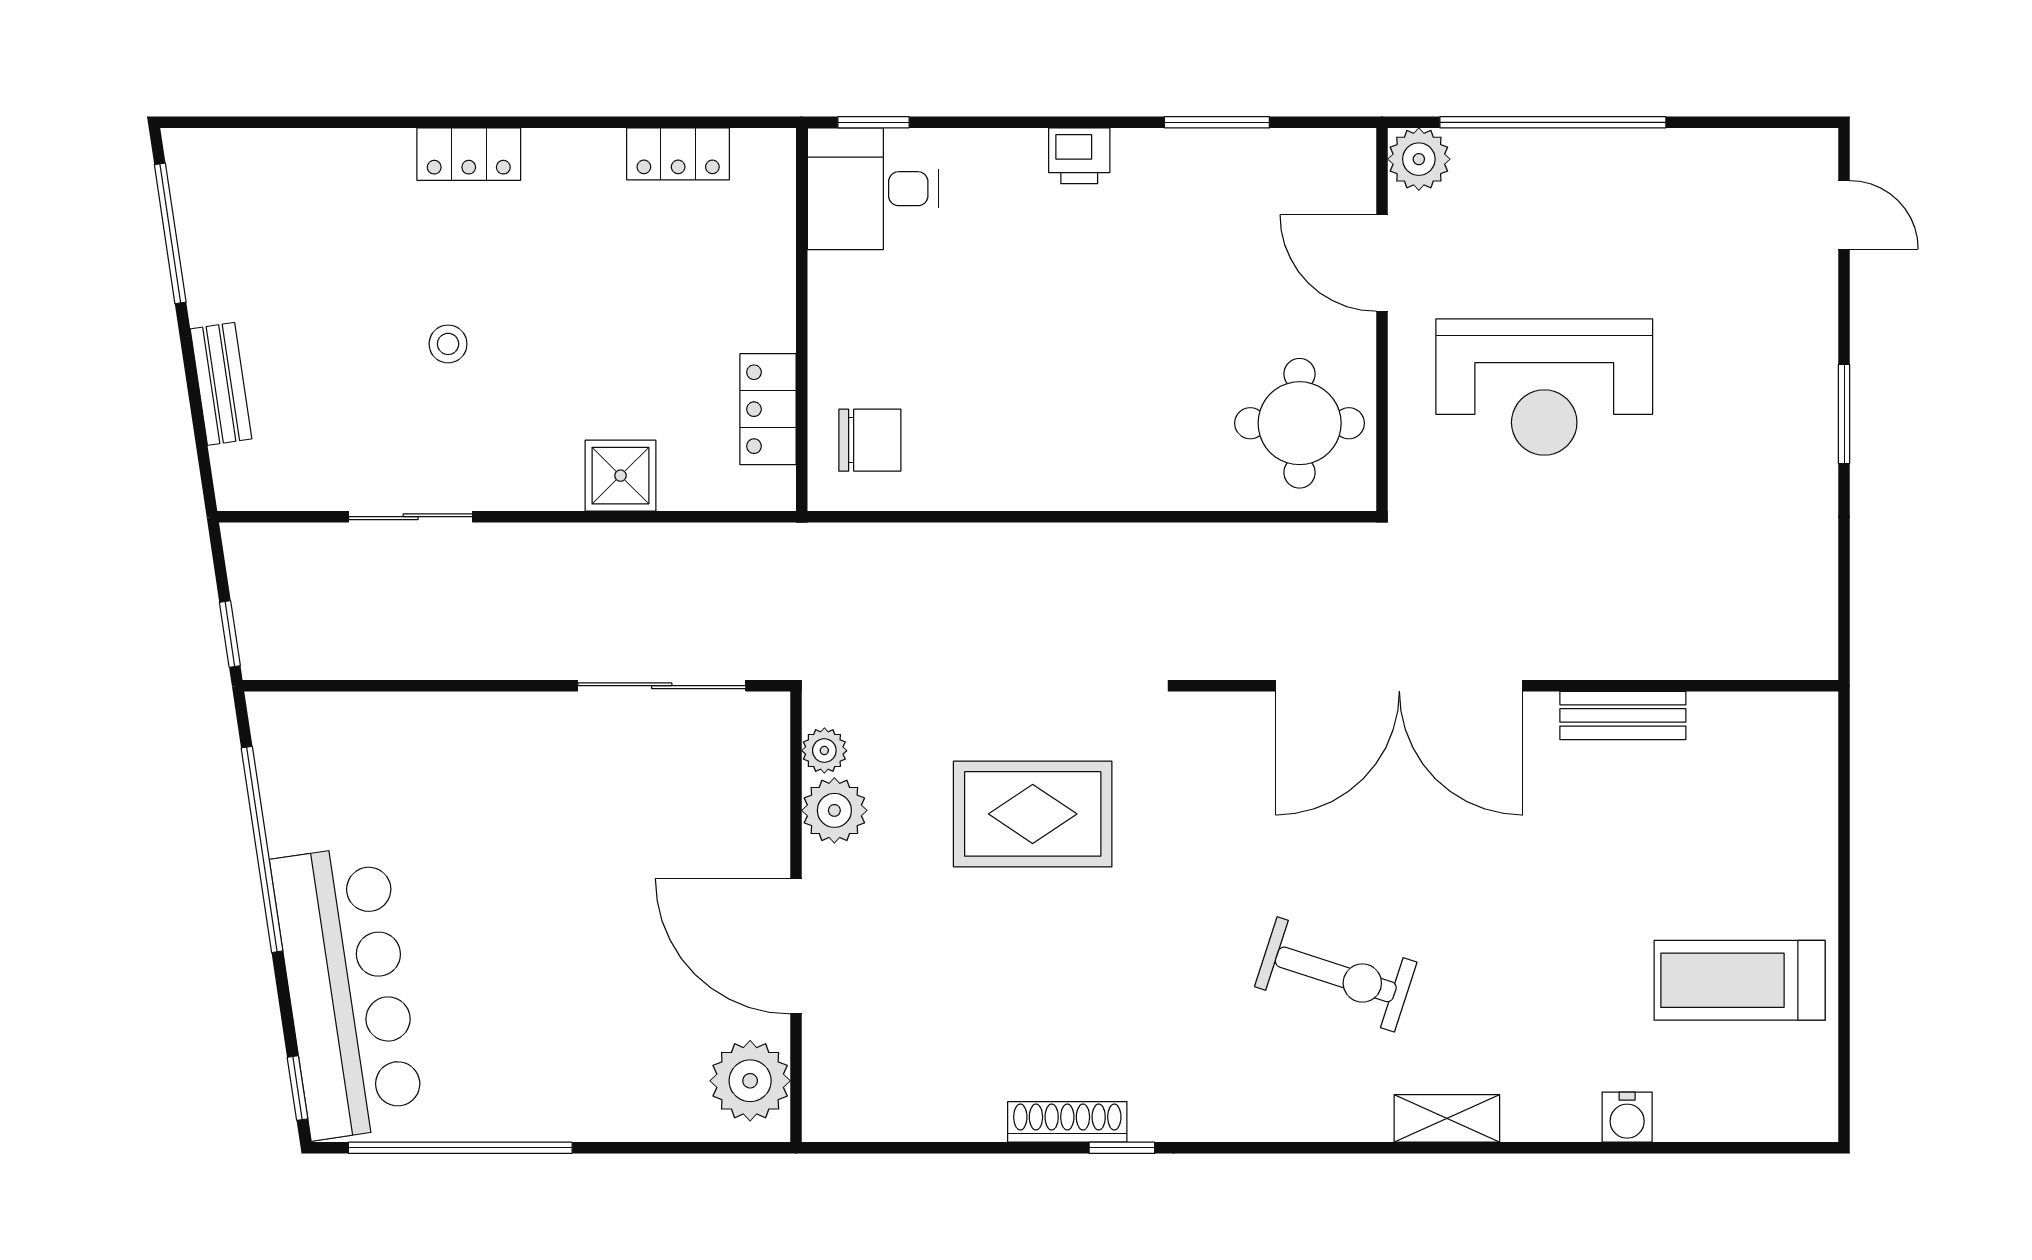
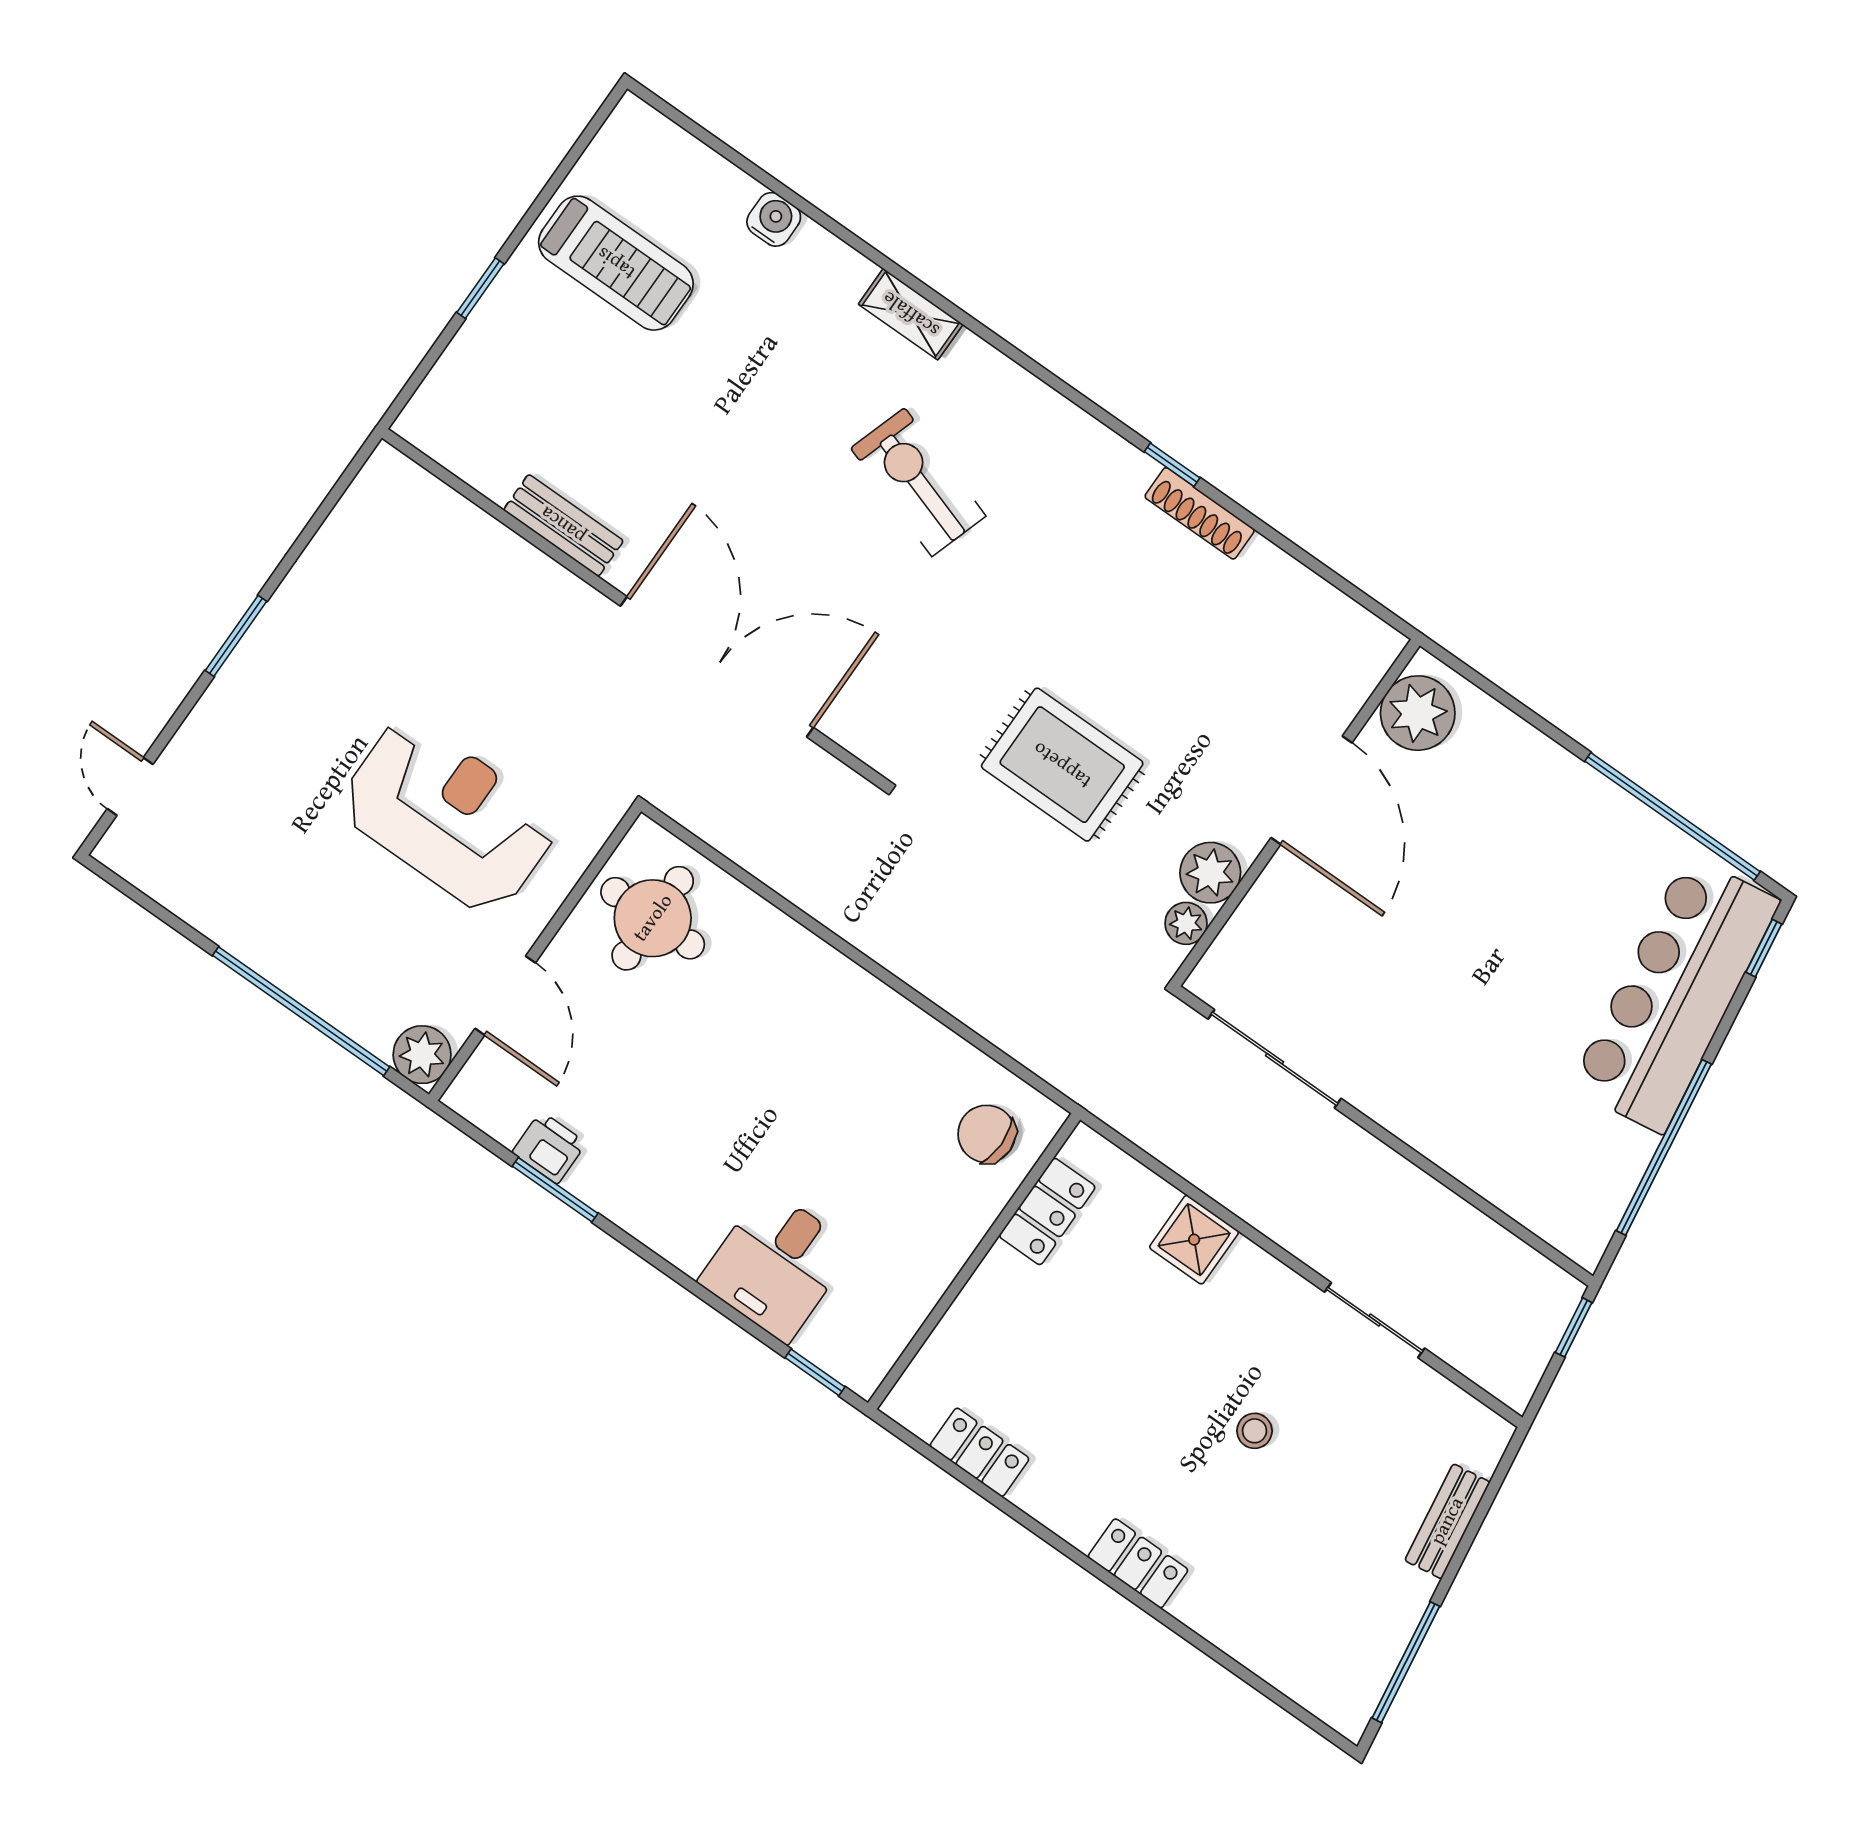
printer: (1079, 156) -> (549, 1148), moved
desk: (873, 189) -> (776, 1265), moved, turned 90
window: (1844, 874) -> (480, 288), added

